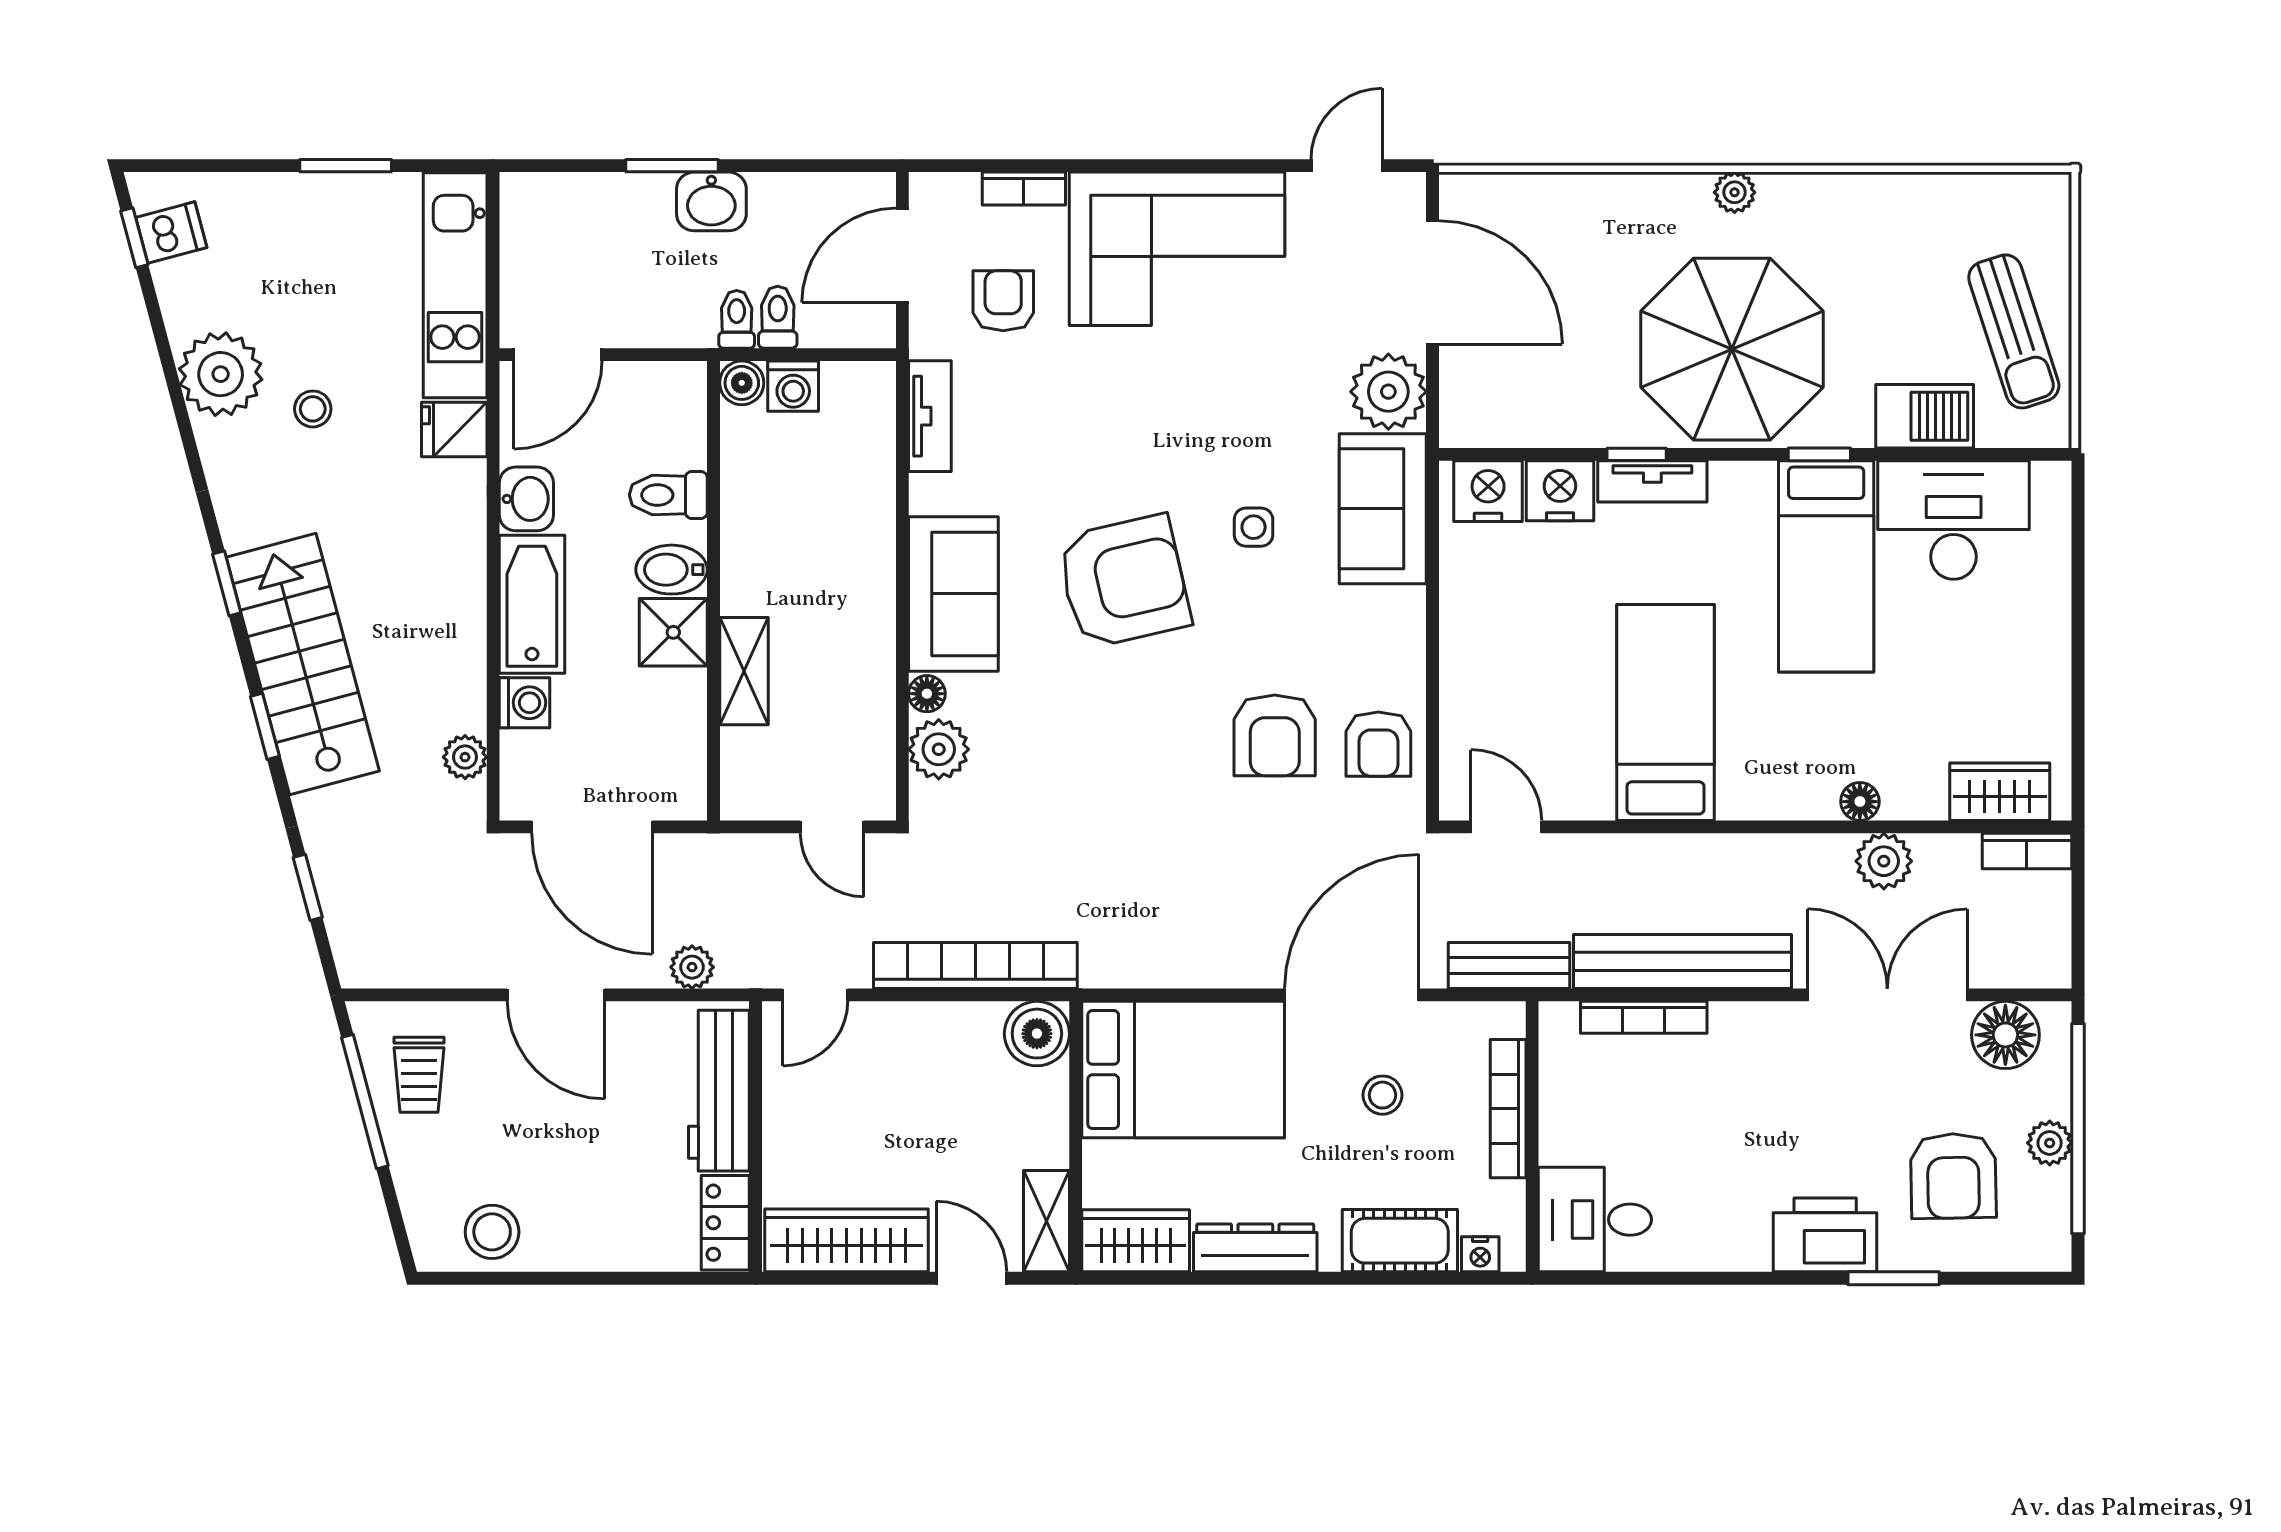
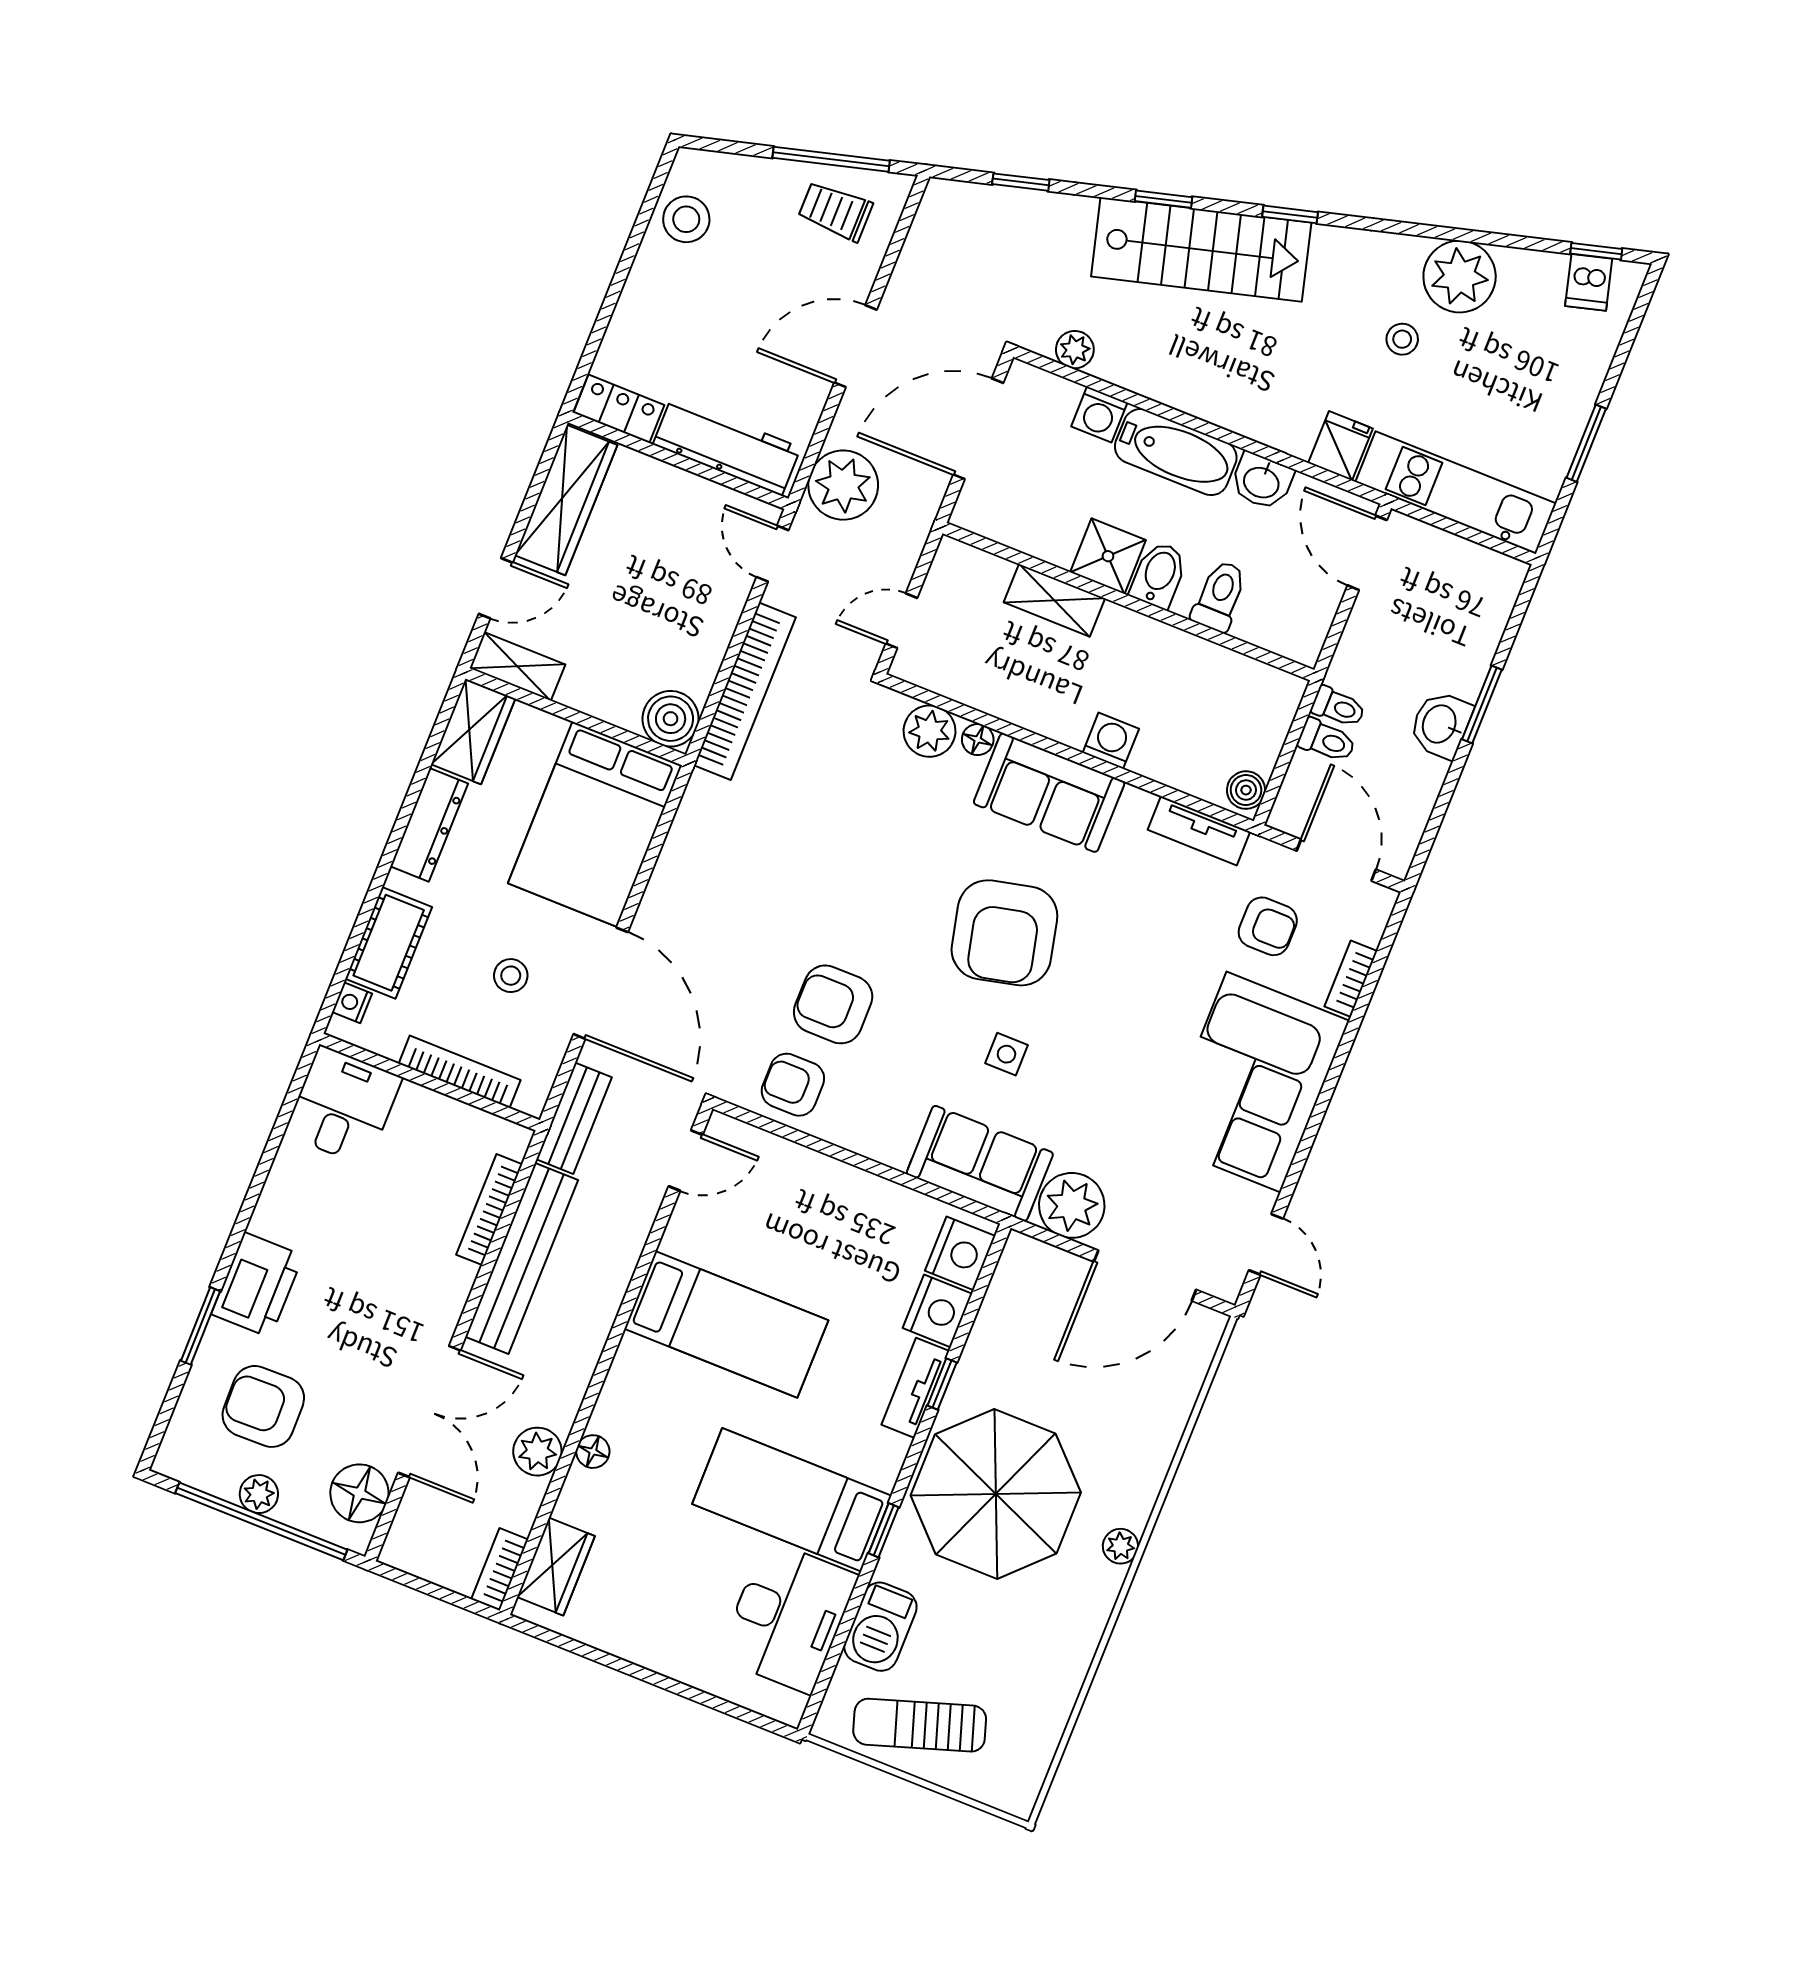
boiler: (742, 383) -> (1246, 790), moved
washing machine: (793, 386) -> (1111, 741), moved, turned 90
plant: (692, 967) -> (843, 485), width x1.87, depth x1.87

